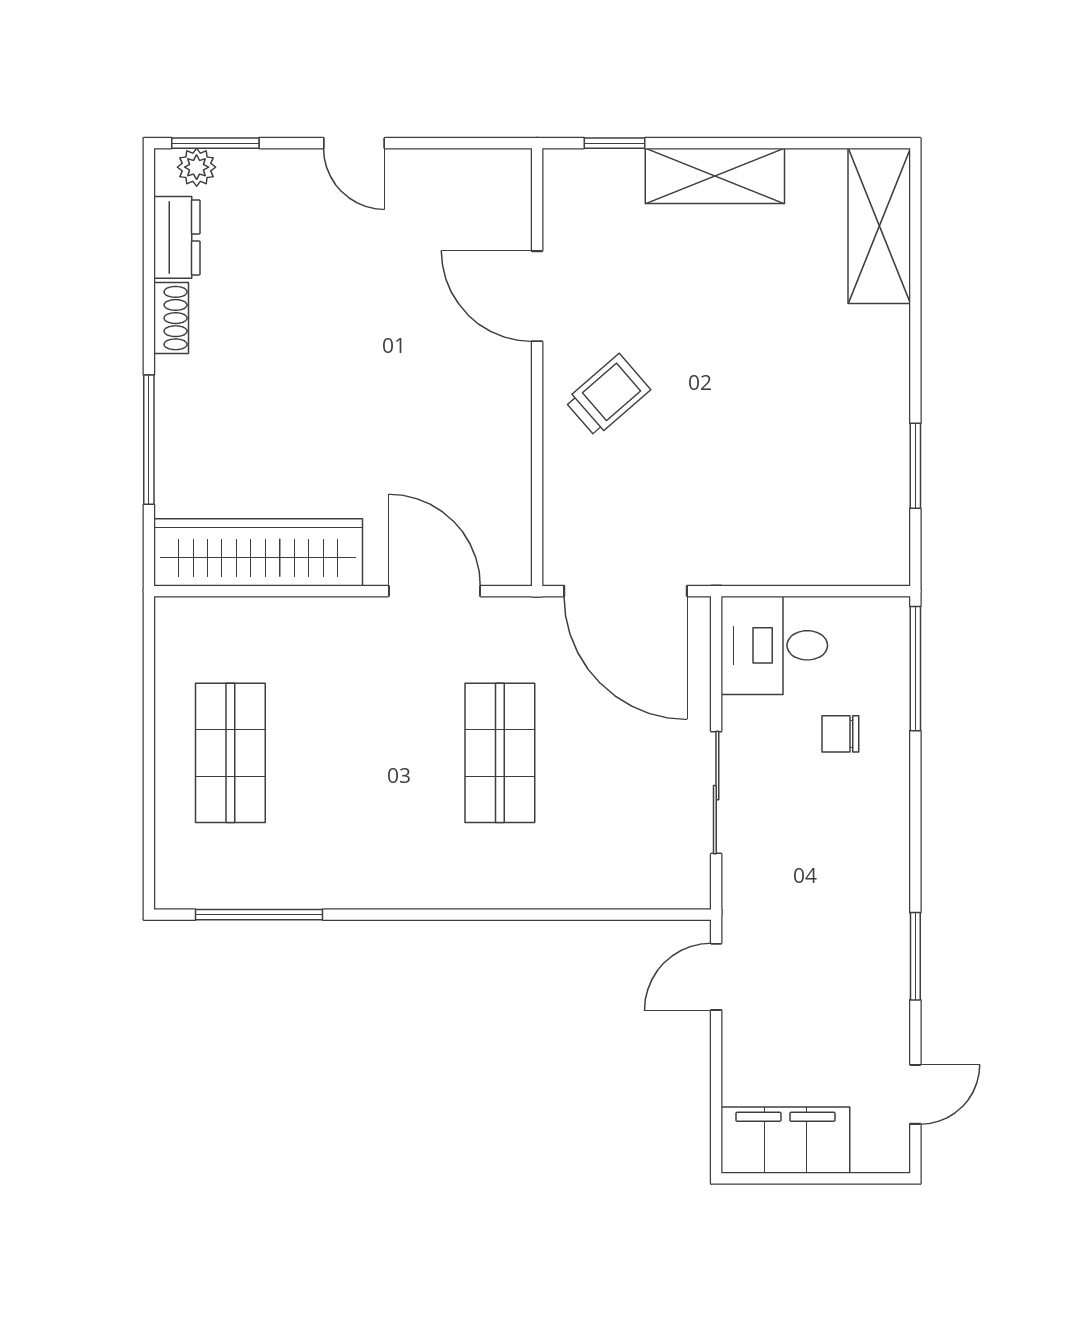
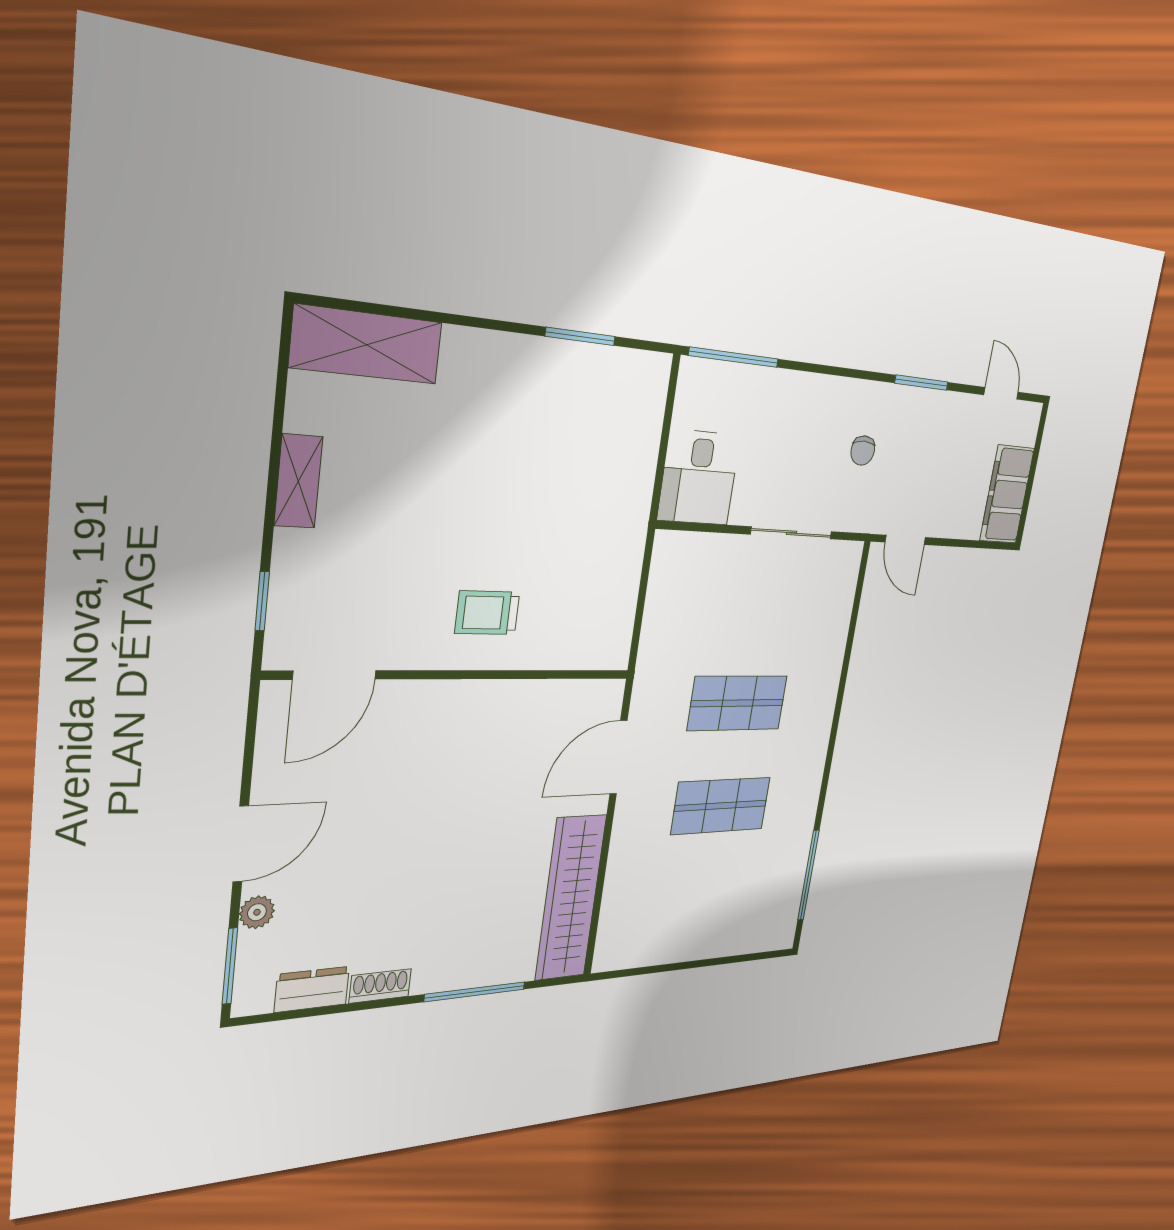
door: (354, 143) -> (241, 844), width x1.38
plant: (197, 167) -> (257, 912), moved
shelving: (715, 176) -> (298, 481), width x0.67, depth x0.75
door: (537, 296) -> (335, 675), moved
trolley: (608, 395) -> (487, 613), turned -49
door: (626, 591) -> (641, 601), removed
chair: (840, 734) -> (863, 451), moved
shop shelf: (230, 753) -> (721, 806), moved

